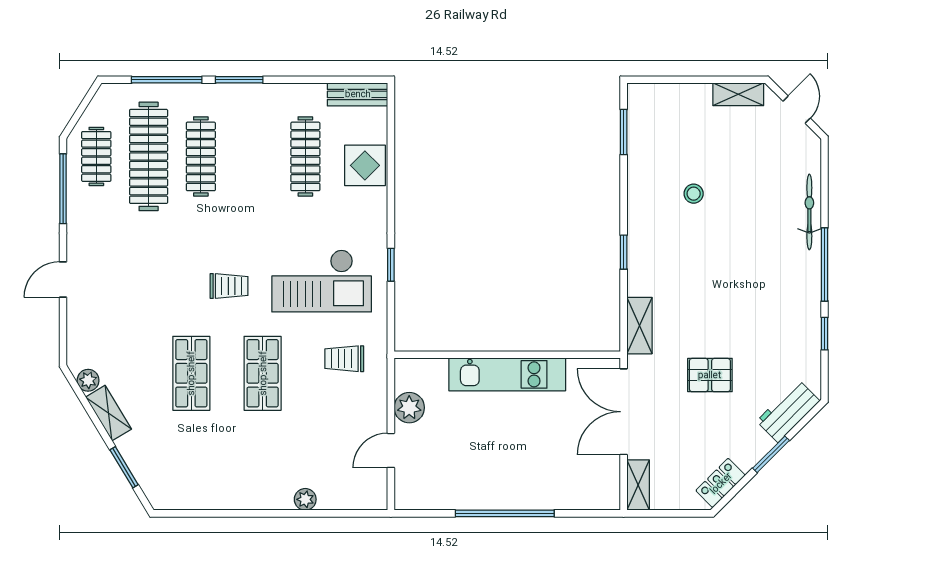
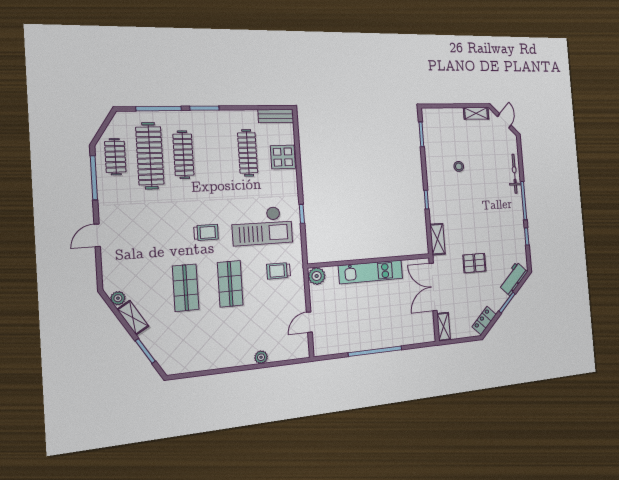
plant: (409, 408) -> (317, 276), moved

